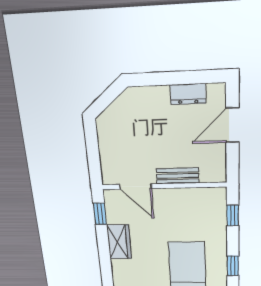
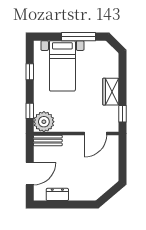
bench: (177, 176) -> (48, 141), moved
door: (136, 187) -> (96, 134), swing flipped
plant: (212, 201) -> (44, 122), added

